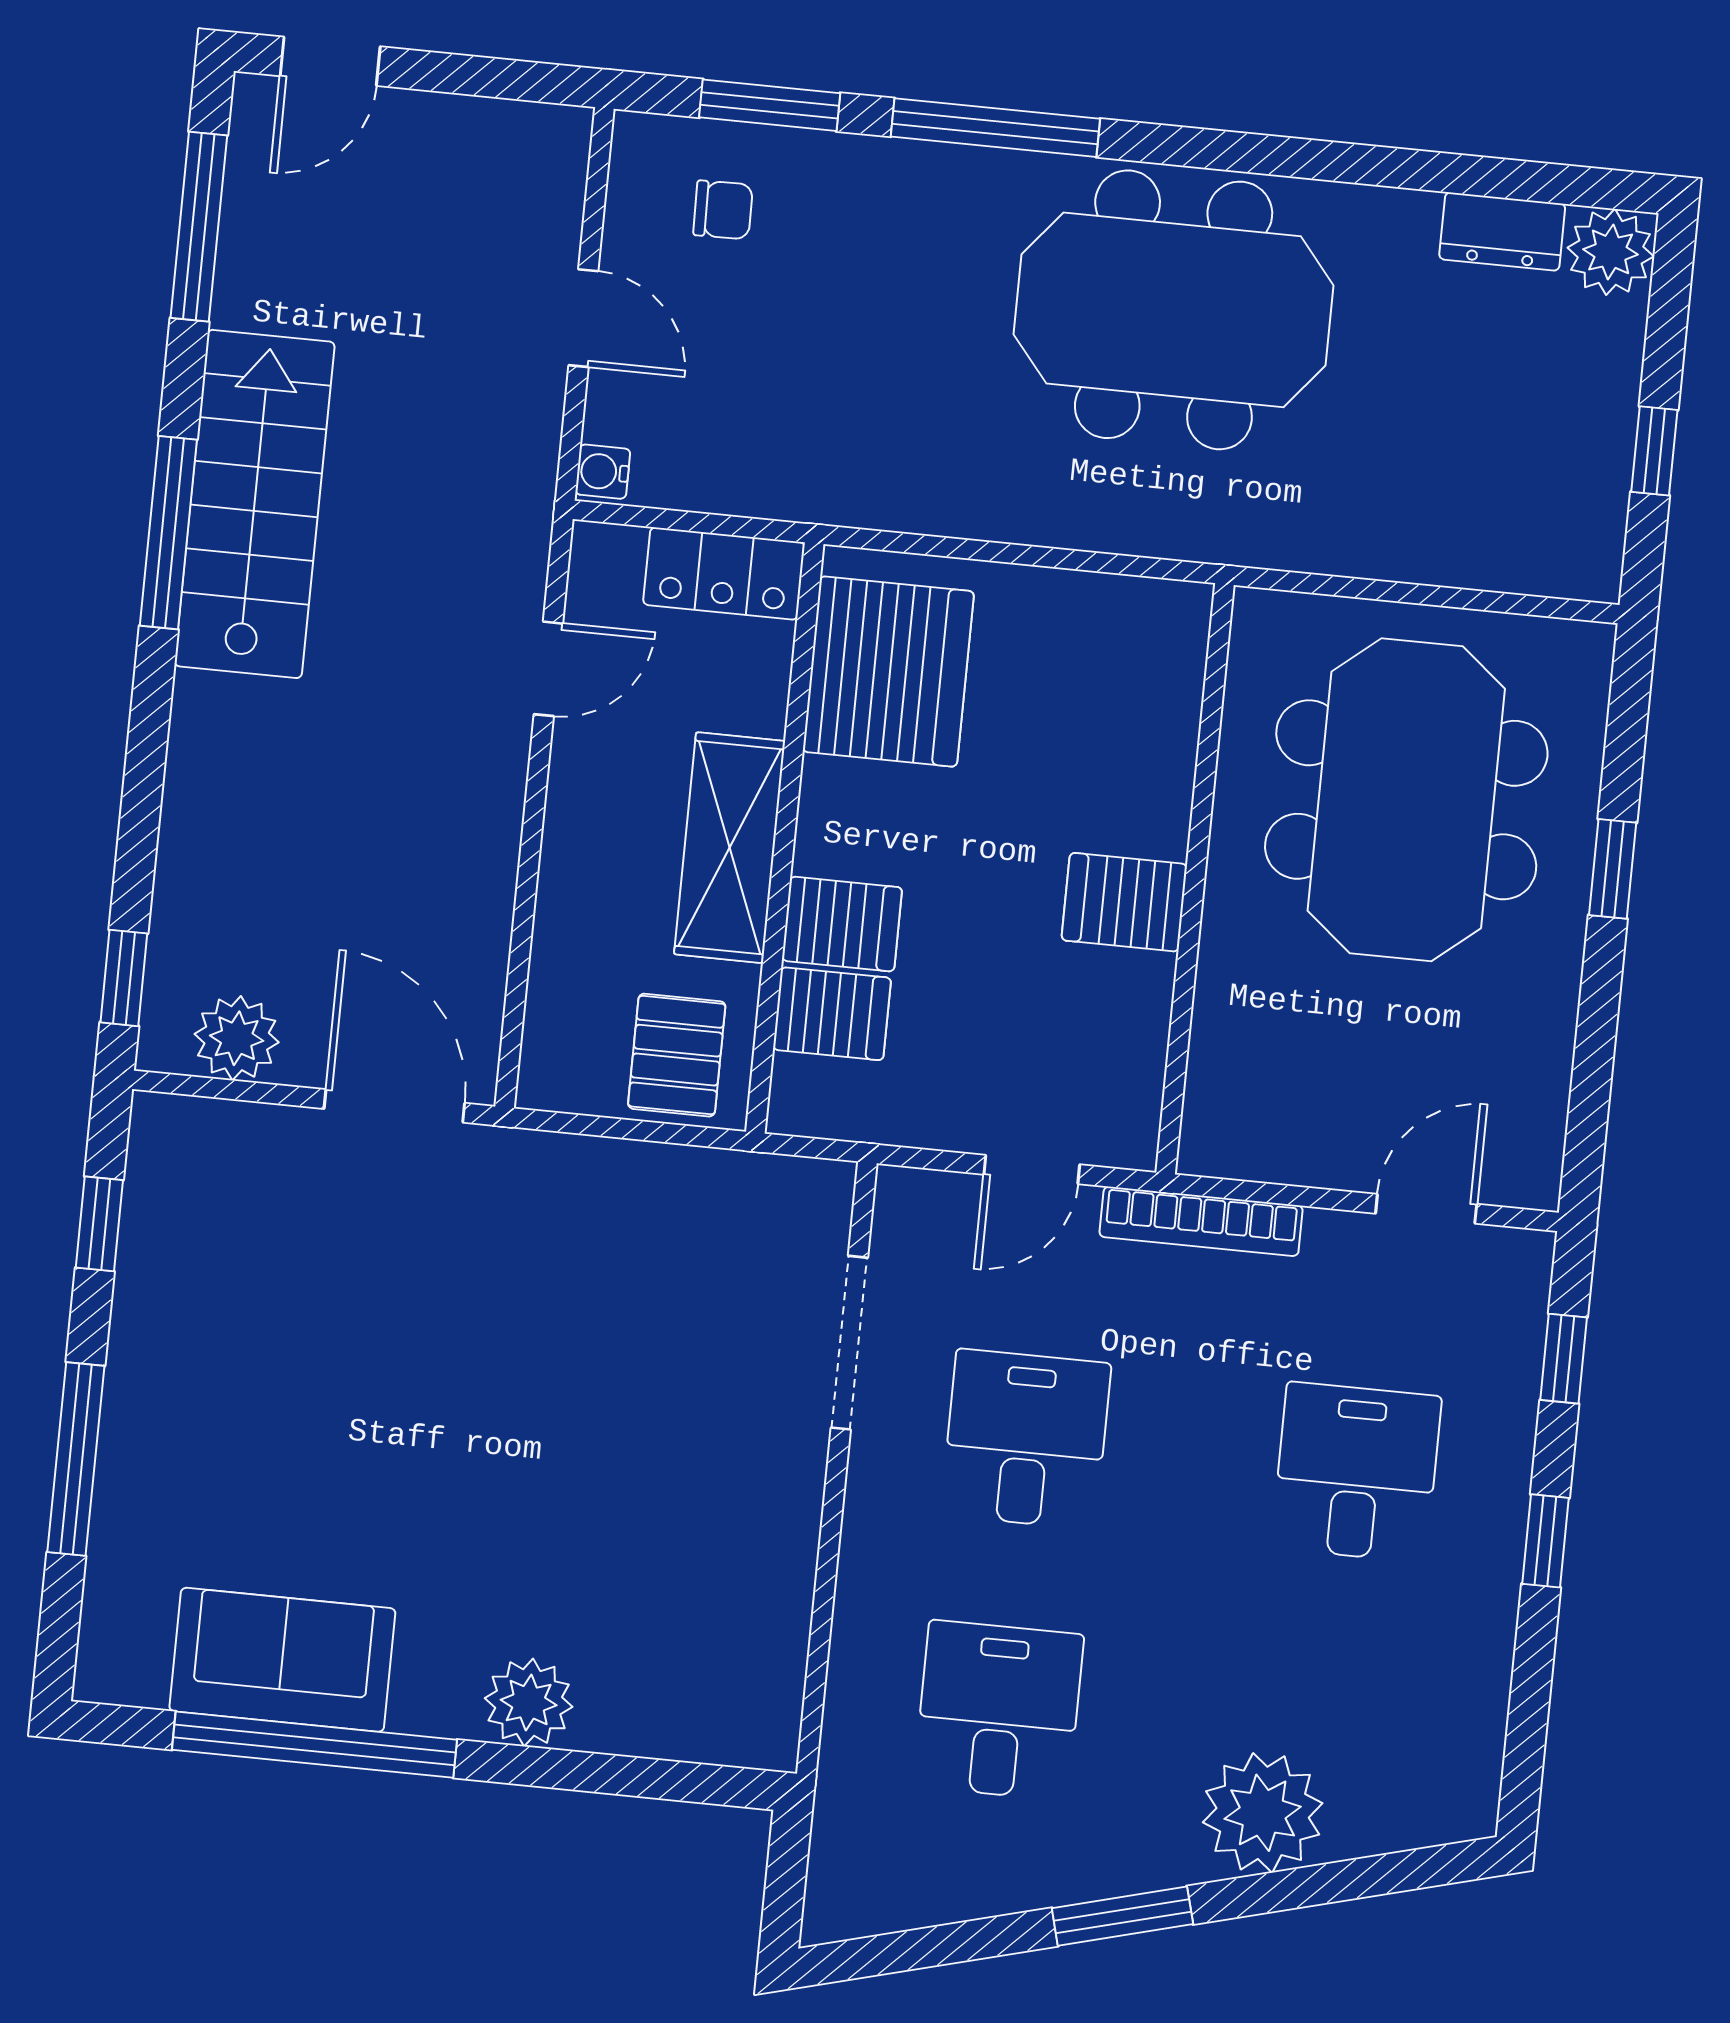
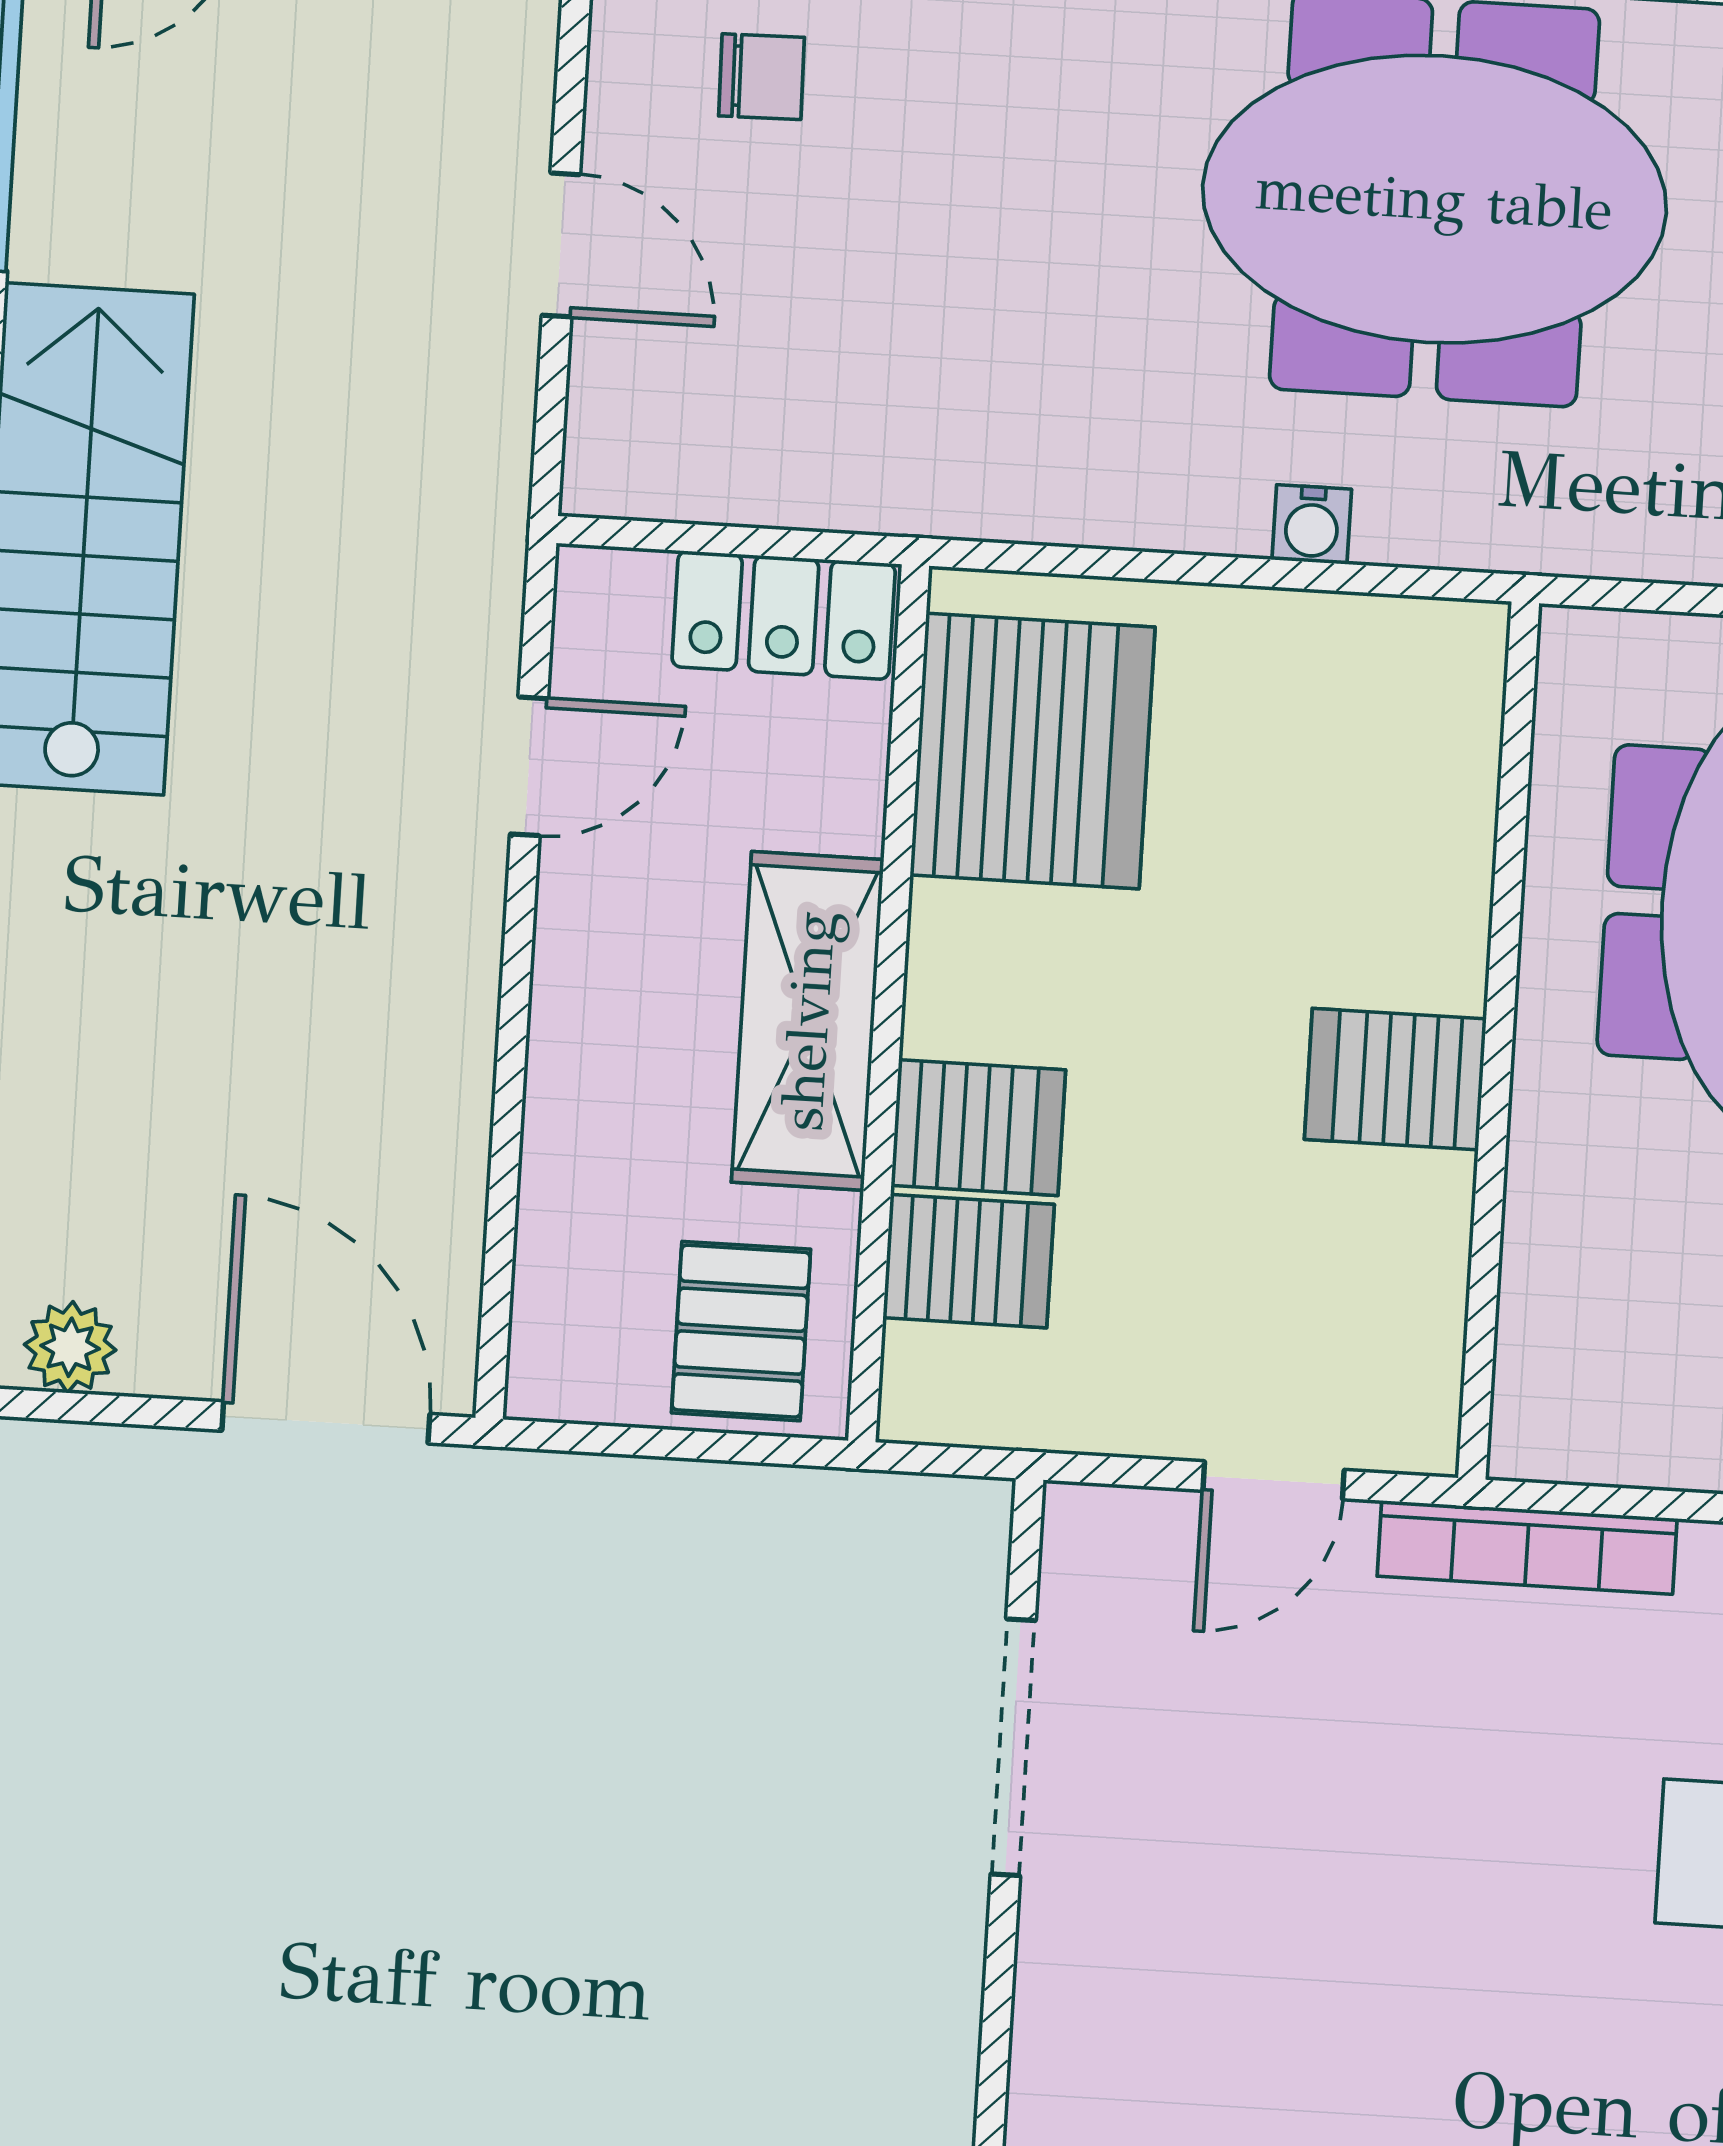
water cooler: (603, 472) -> (1312, 524), moved, turned -90
plant: (237, 1038) -> (70, 1347), width x0.73, depth x0.73
desk: (1026, 1439) -> (1280, 1880), removed

